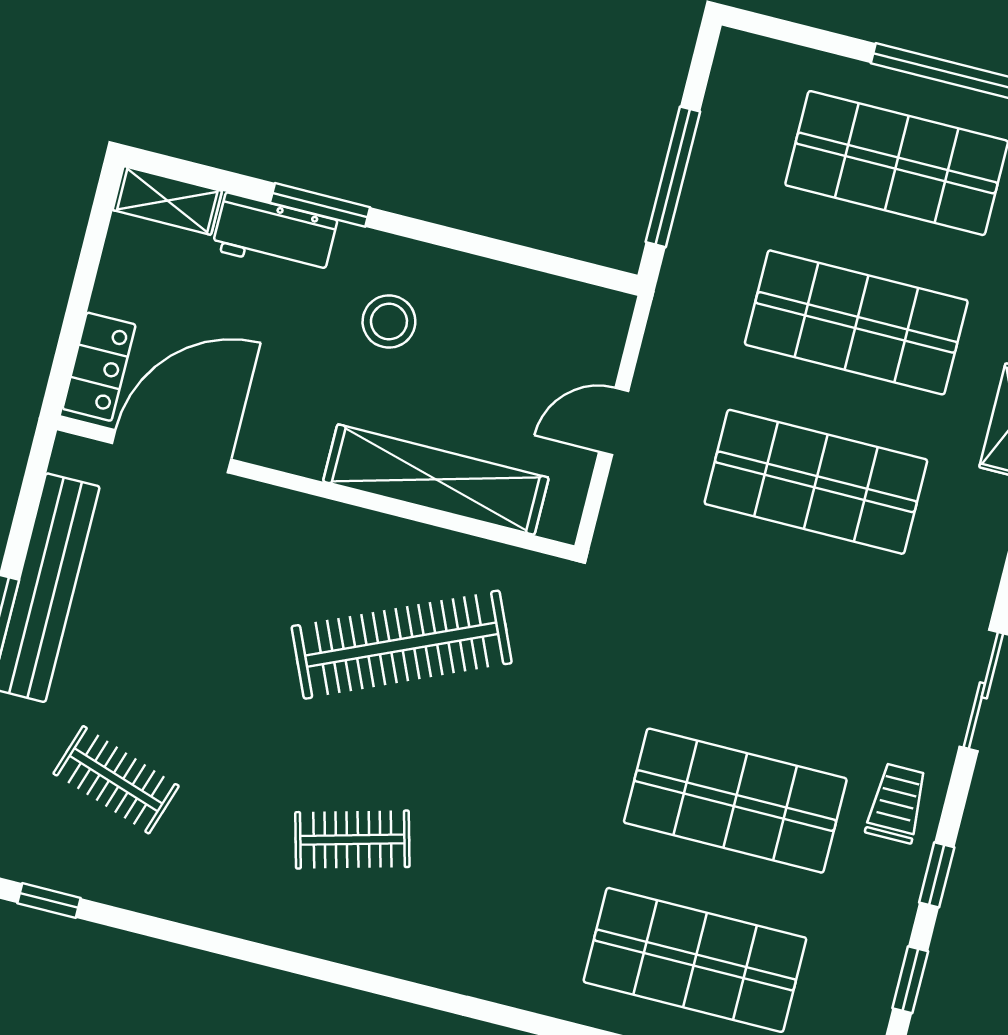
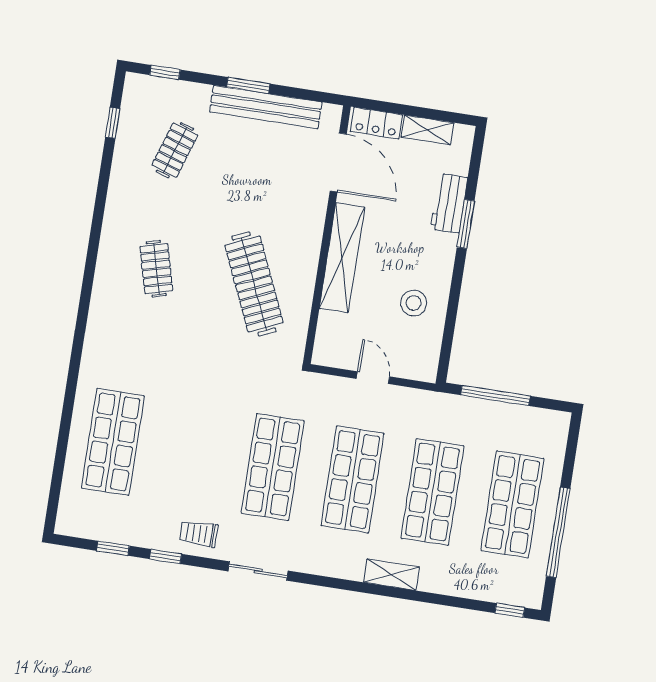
shelving: (167, 200) -> (427, 130), moved, turned 90
stool: (389, 322) -> (414, 303), moved
shelving: (436, 480) -> (342, 258), moved
shop shelf: (735, 801) -> (273, 467), moved
trolley: (897, 803) -> (199, 534), turned 180

